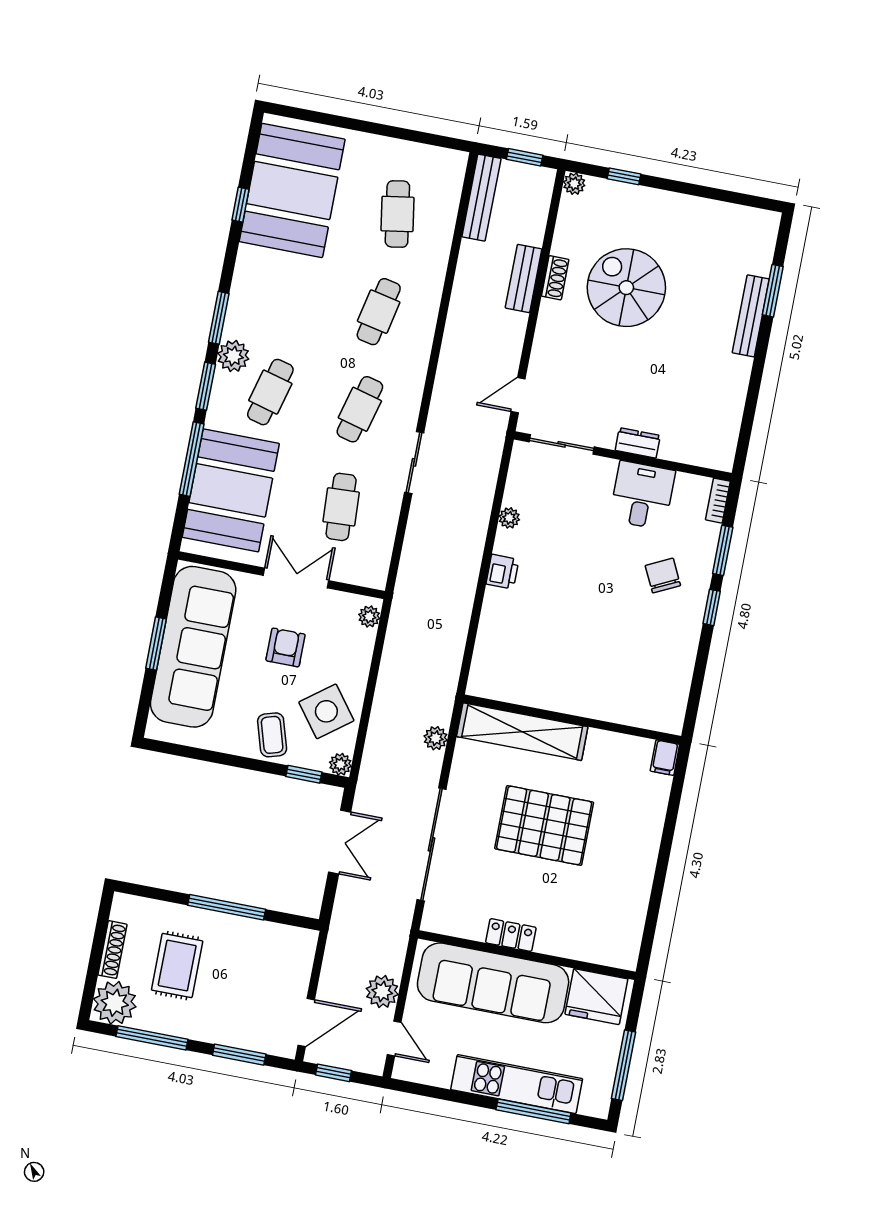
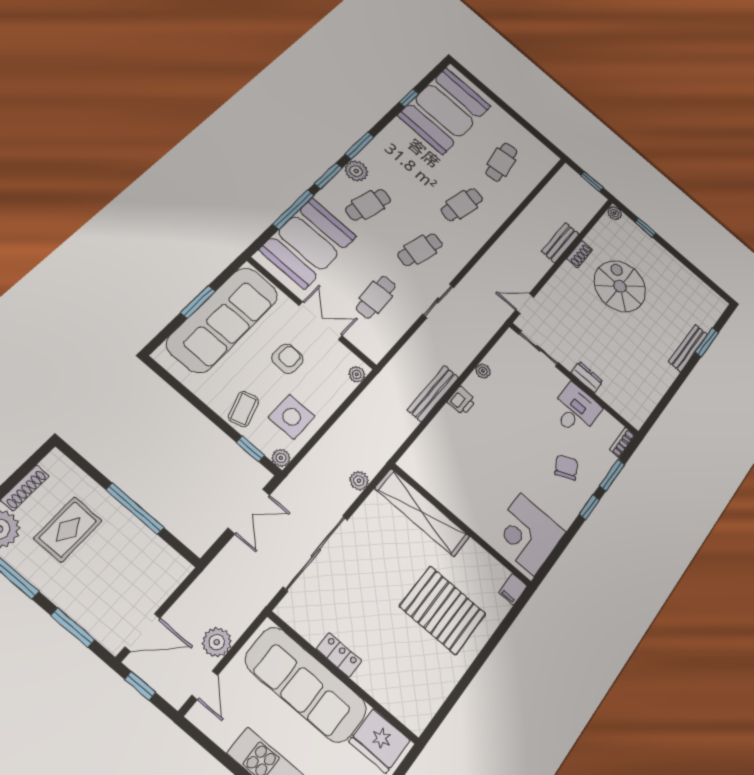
bench: (481, 198) -> (433, 393), moved
corner desk: (652, 685) -> (527, 534), added
side table: (326, 711) -> (292, 417), turned 37
pallet: (544, 825) -> (443, 610), moved

